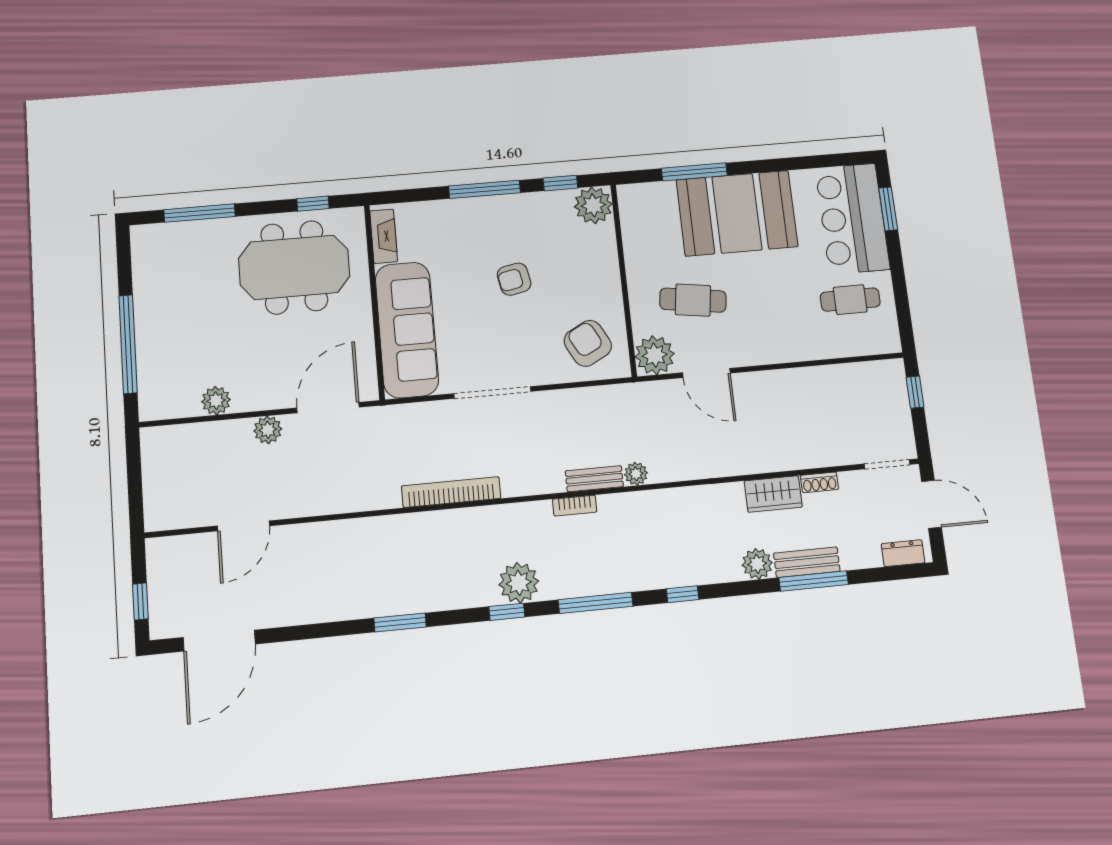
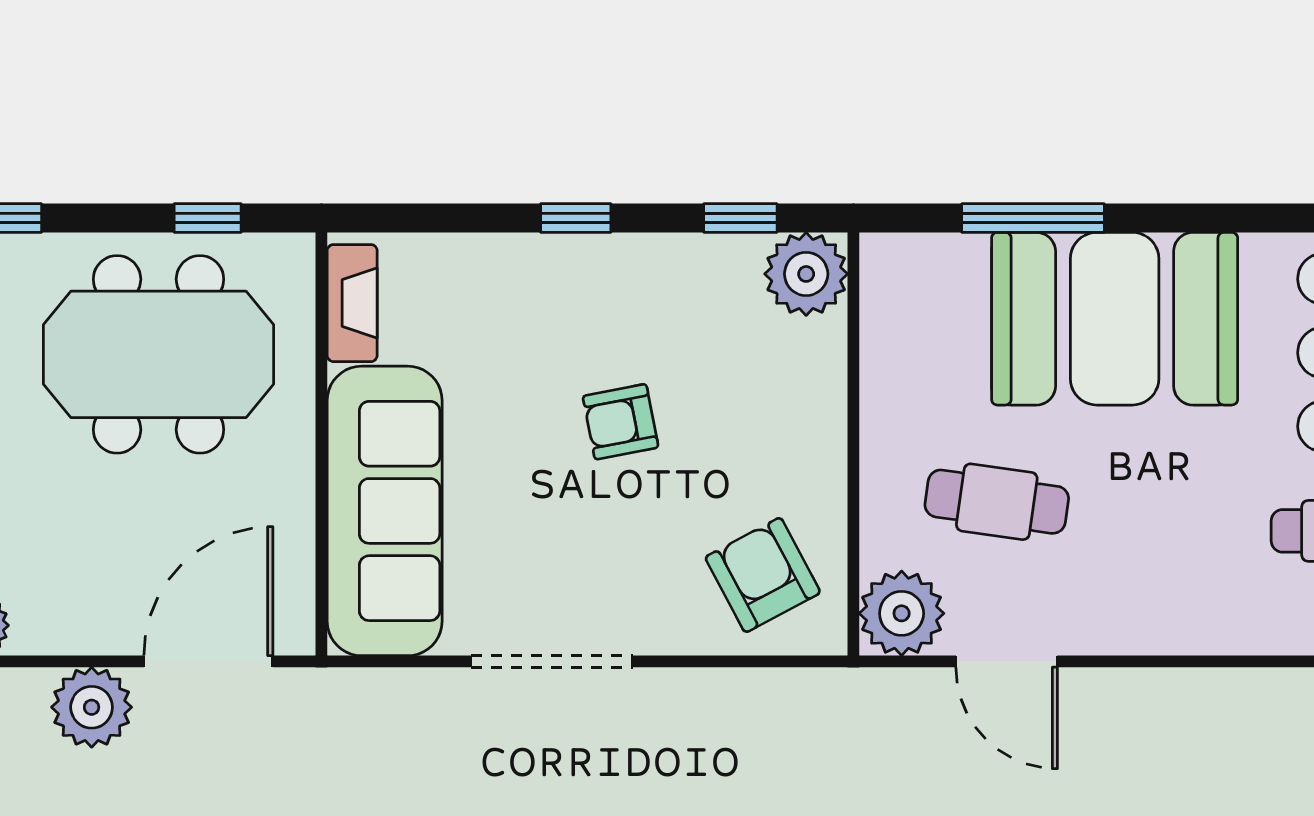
window: (484, 189) -> (576, 218), width x0.46
plant: (268, 430) -> (92, 707), width x1.36, depth x1.36

